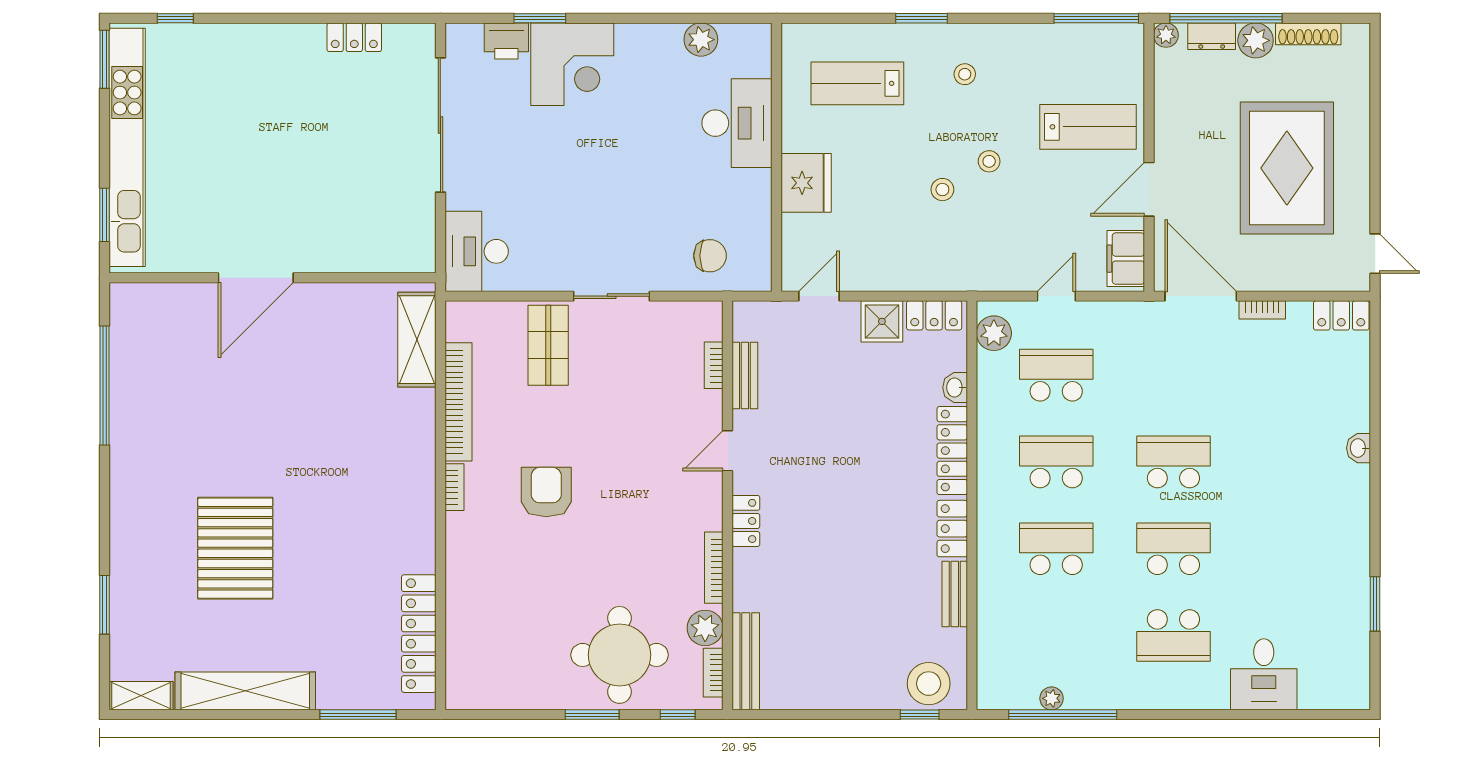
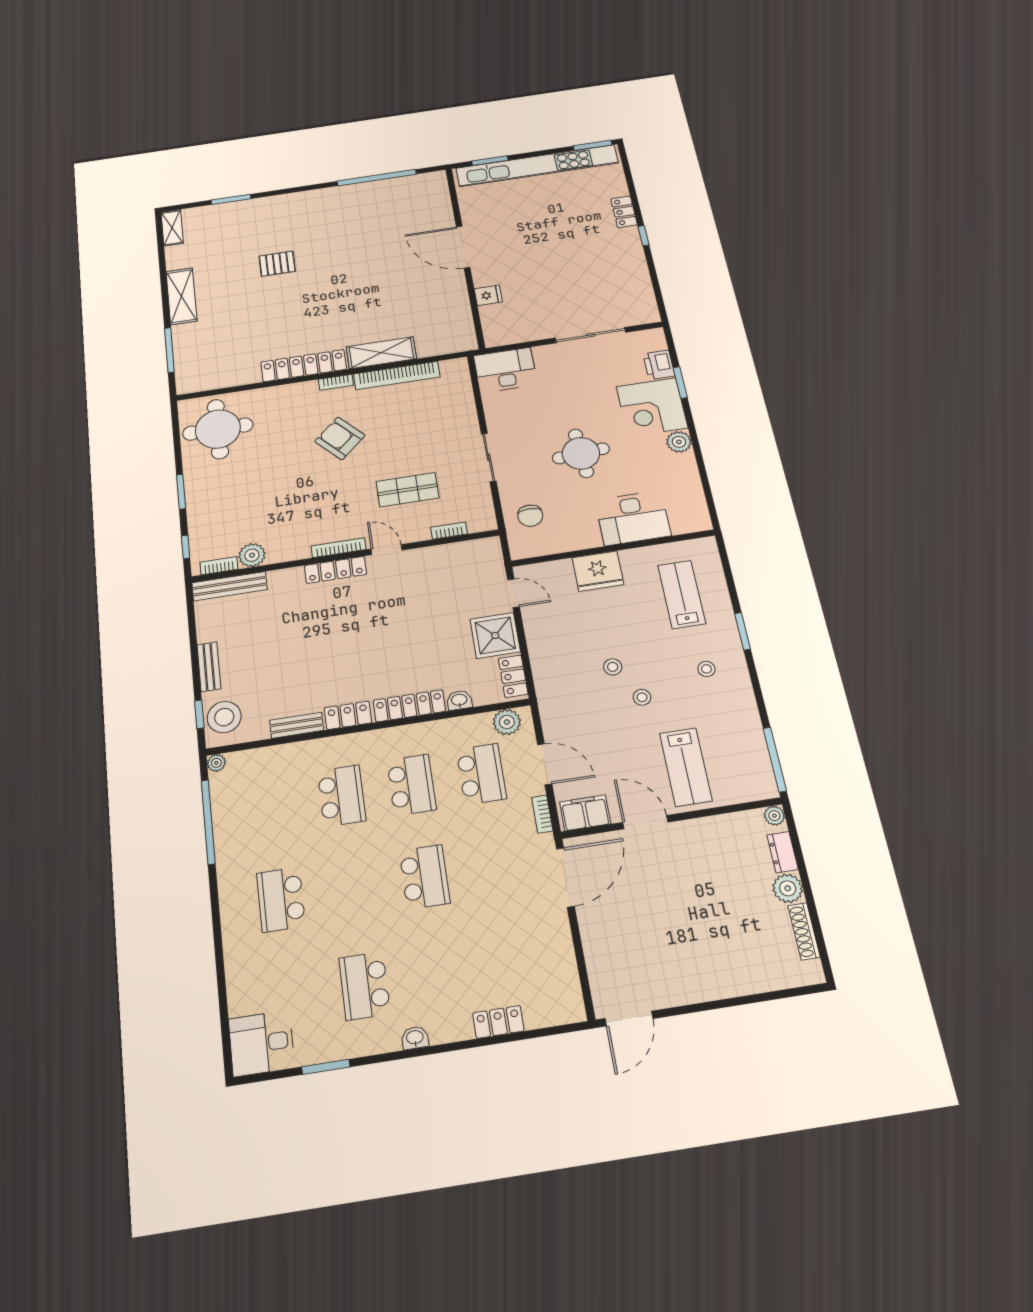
window: (175, 18) -> (643, 236), moved
window: (1226, 18) -> (800, 861), removed
locker: (354, 37) -> (624, 212), moved
plant: (701, 40) -> (679, 442), moved
sliding door: (440, 125) -> (590, 335), width x0.73
rug: (1287, 168) -> (687, 931), removed
round table: (627, 173) -> (581, 453), added
door: (1375, 254) -> (629, 1019), width x1.38
fridge: (347, 255) -> (488, 295), added
door: (1056, 296) -> (545, 764), width x1.38
bookcase: (1262, 310) -> (542, 814), moved
locker: (1341, 315) -> (498, 1022), moved, turned 90
shower: (882, 321) -> (495, 635), width x1.36, depth x1.36
shelving: (417, 340) -> (381, 353), moved
shop shelf: (548, 345) -> (408, 490), moved
bench: (745, 376) -> (209, 667), moved, turned 90
washbasin: (1359, 448) -> (415, 1038), moved
armchair: (546, 492) -> (340, 438), turned -133
locker: (746, 521) -> (335, 570), width x1.53
pallet: (235, 548) -> (277, 264), width x0.49, depth x0.50
school desk: (1173, 549) -> (365, 986), moved, turned 180
bookcase: (714, 568) -> (339, 548), moved
locker: (419, 634) -> (304, 366), moved
round table: (620, 655) -> (218, 429), moved
desk: (1264, 674) -> (261, 1043), moved
shelving: (245, 691) -> (181, 296), width x0.68
plant: (1052, 698) -> (216, 763), moved

